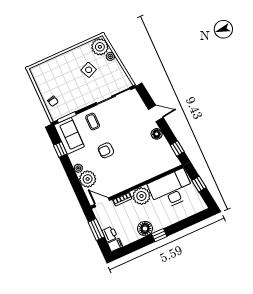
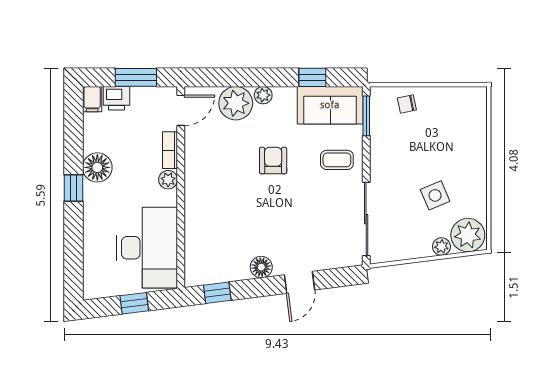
plant: (141, 196) -> (168, 180), width x0.53, depth x0.53

